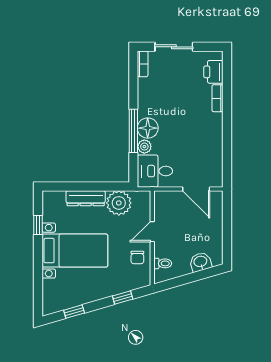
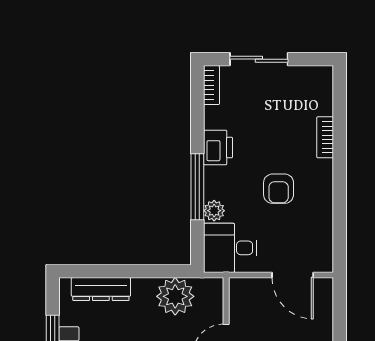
printer: (213, 72) -> (218, 148), moved, turned 180
floor lamp: (148, 128) -> (219, 183), removed
armchair: (187, 132) -> (279, 189), added
dresser: (86, 198) -> (101, 289), moved

